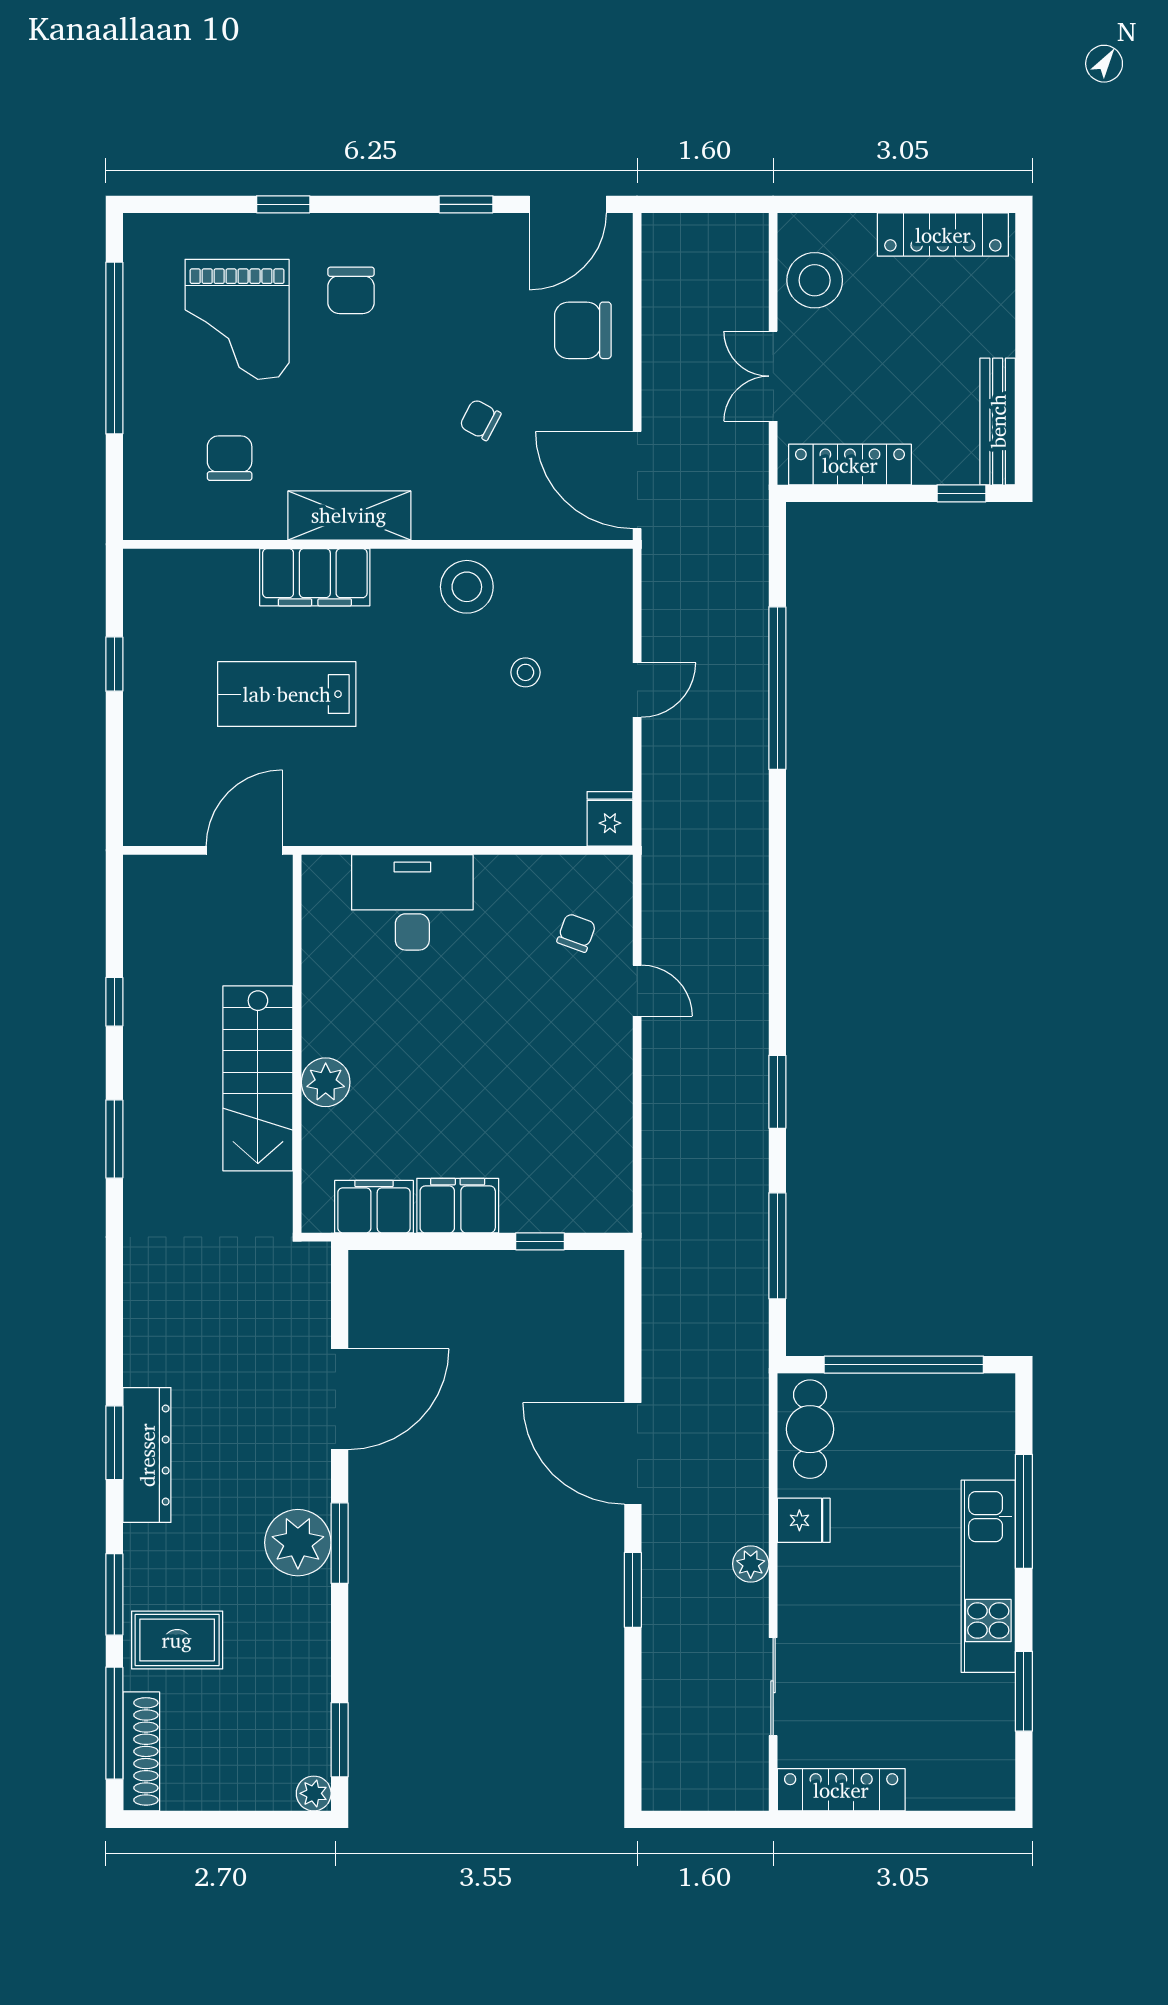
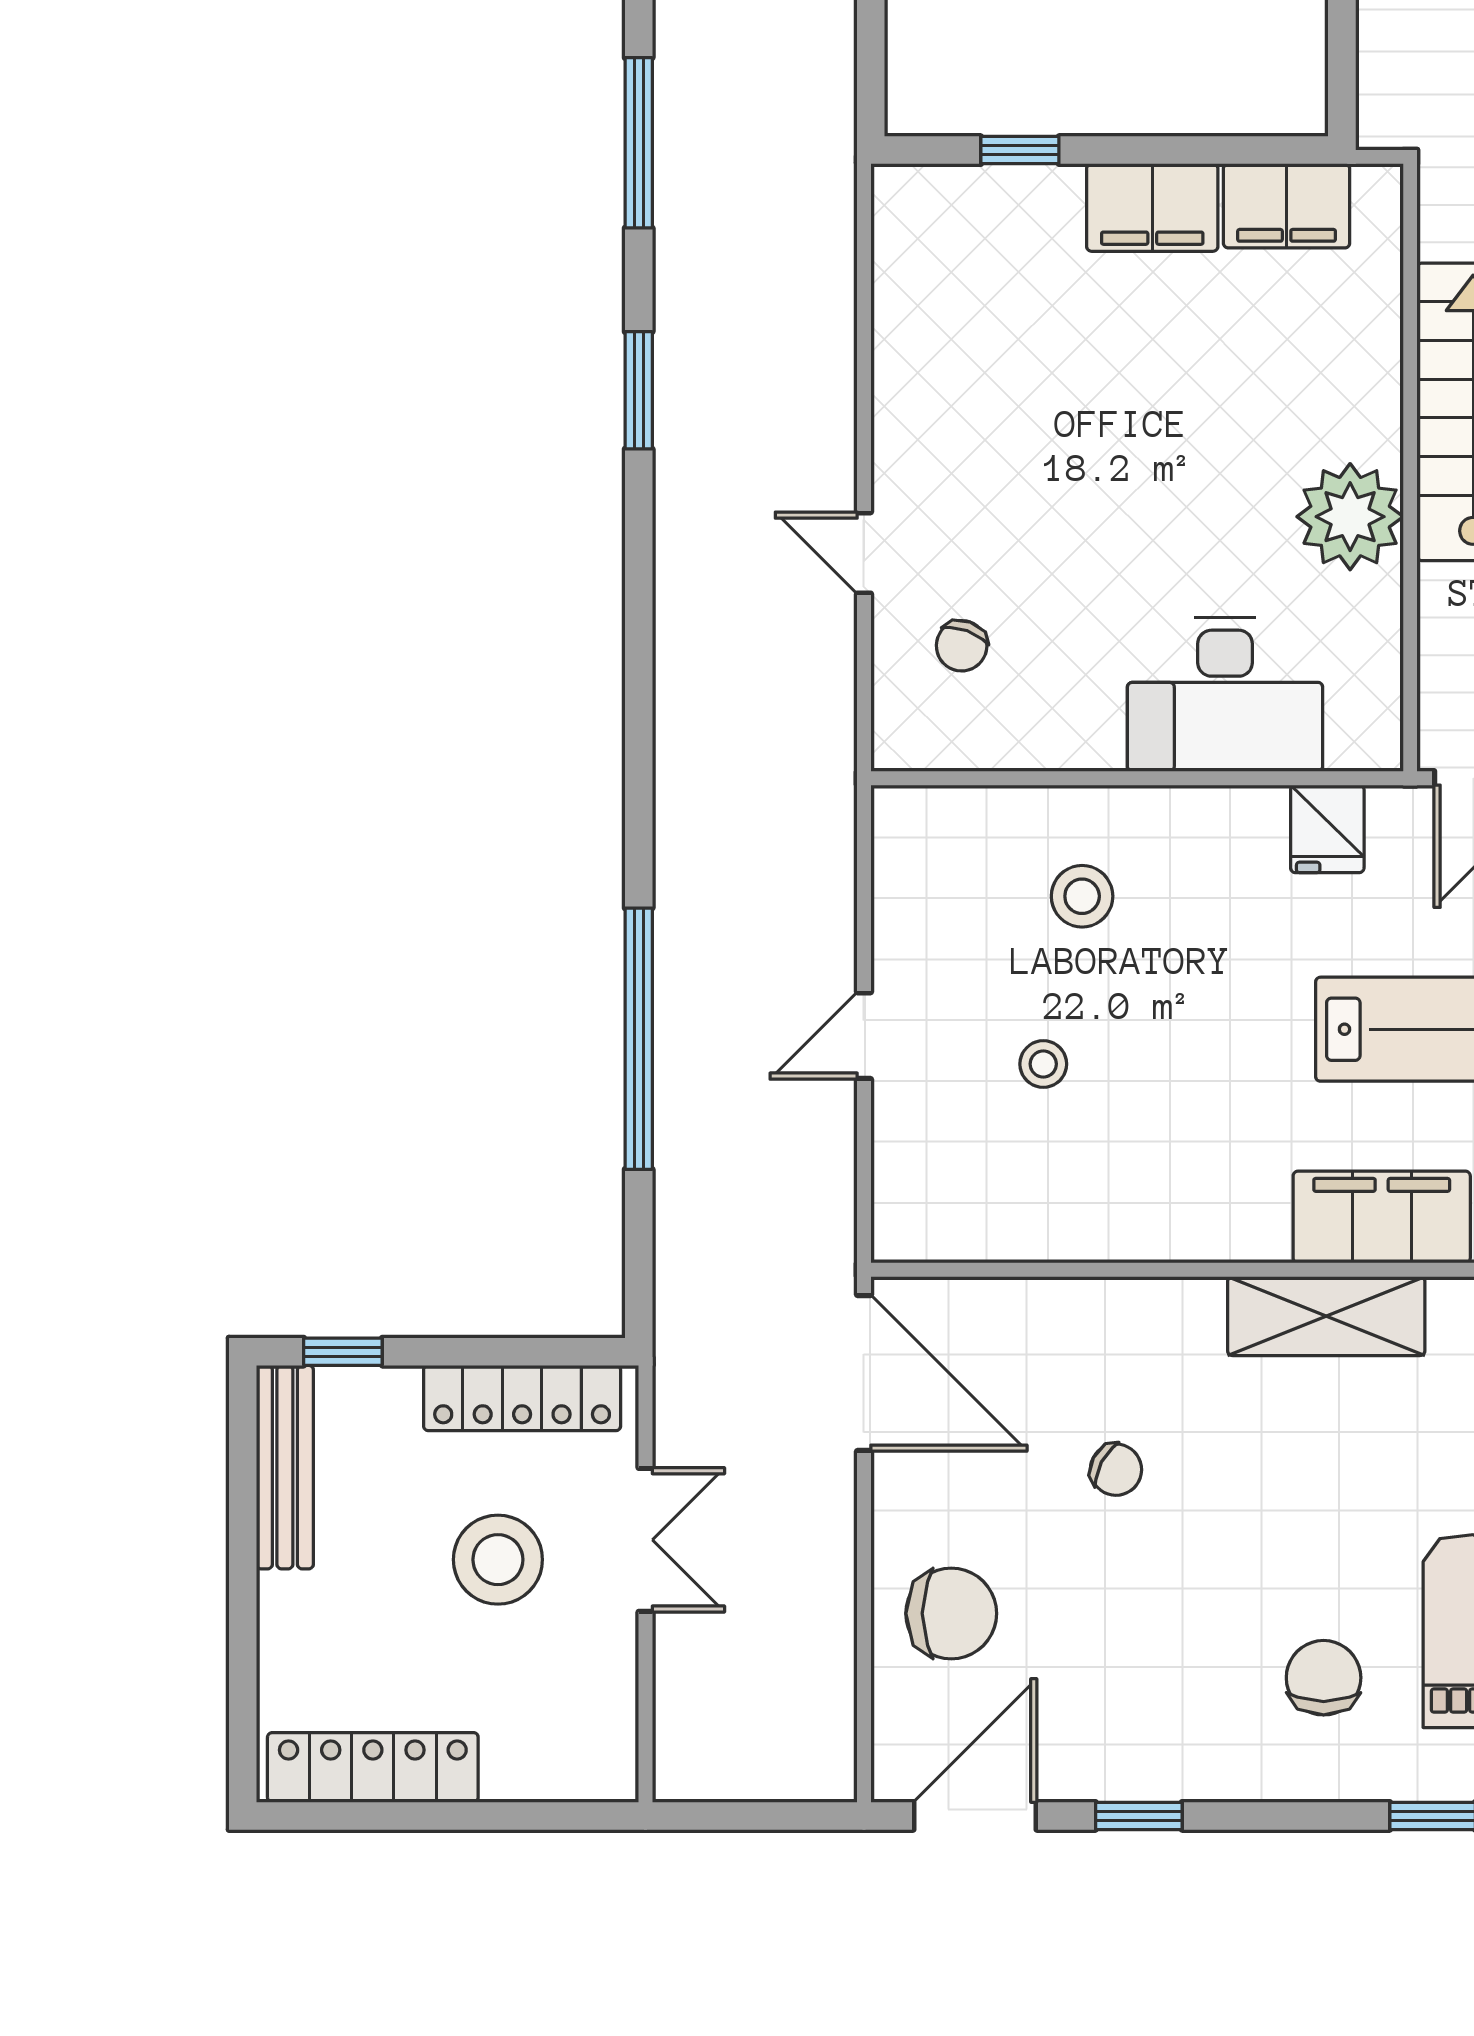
stool: (815, 280) -> (498, 1560), moved
stool: (467, 587) -> (1082, 896), moved, width x0.73, depth x0.73
fridge: (610, 819) -> (1327, 829), moved
plant: (326, 1082) -> (1350, 517), moved, width x1.36, depth x1.36

